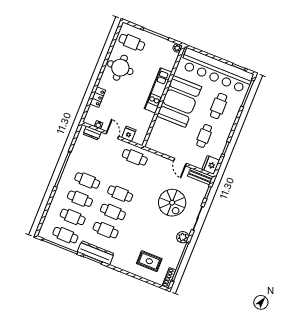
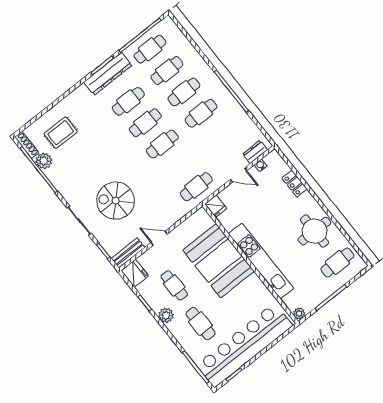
kitchen unit: (158, 90) -> (261, 261), width x1.36
booth: (179, 101) -> (218, 261), moved
plant: (226, 130) -> (166, 315), added
fridge: (129, 134) -> (216, 206), moved
plant: (183, 237) -> (44, 161), moved

